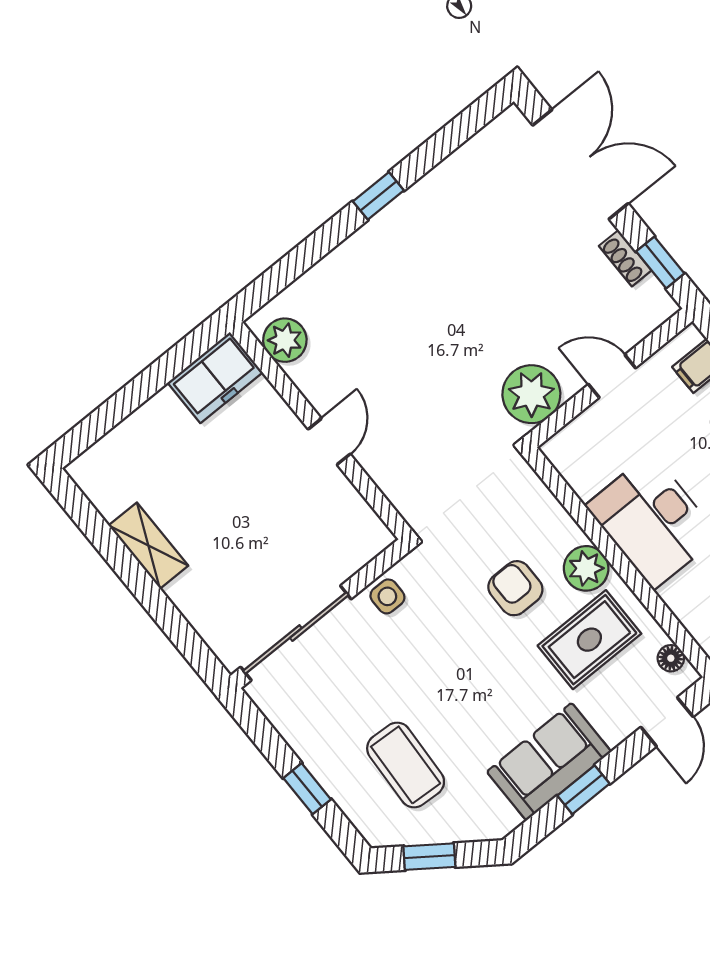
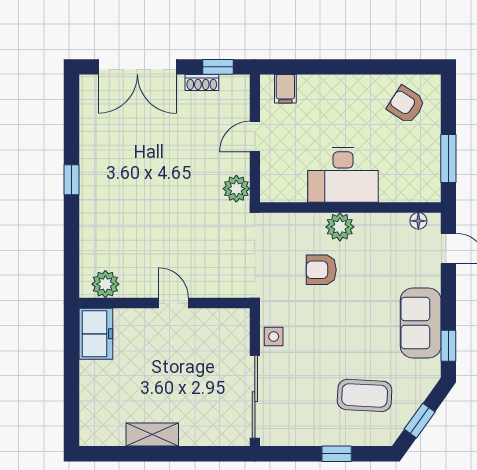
double door: (581, 164) -> (137, 67), swing flipped
plant: (531, 394) -> (236, 189), width x0.73, depth x0.73
rug: (589, 640) -> (376, 254), removed
window: (583, 790) -> (448, 346), moved

